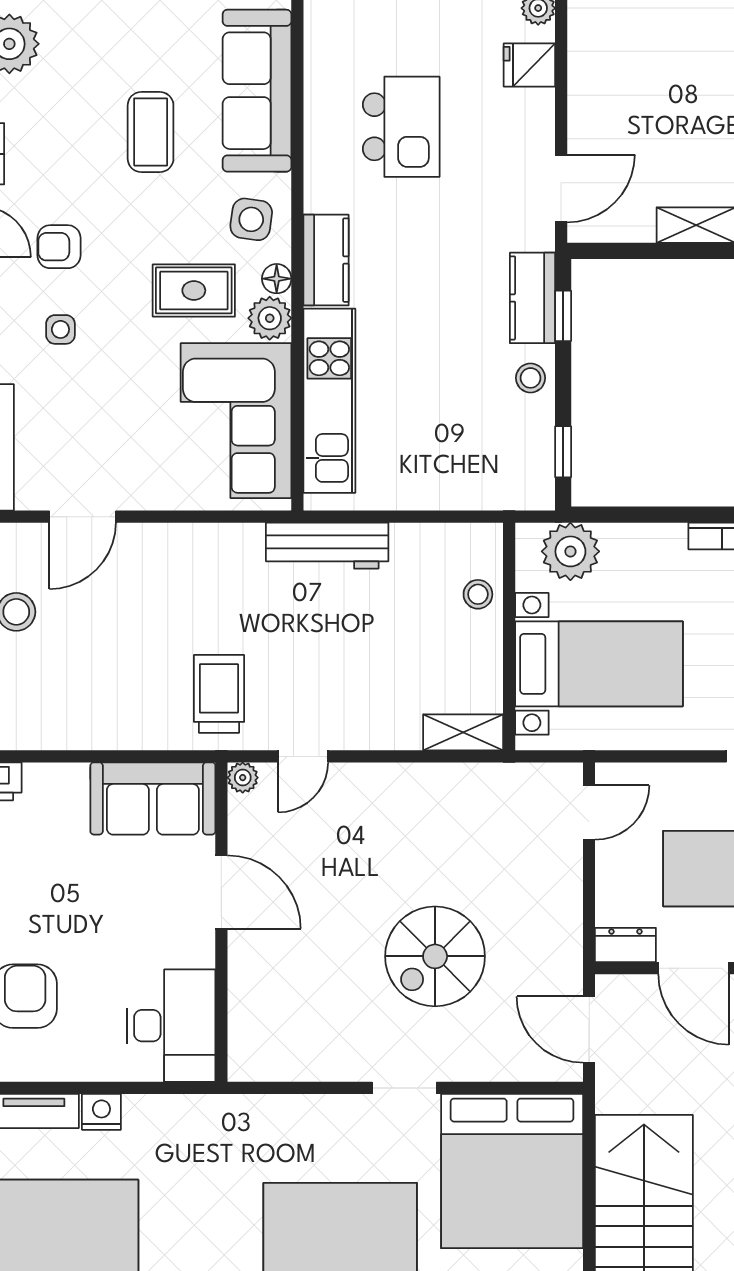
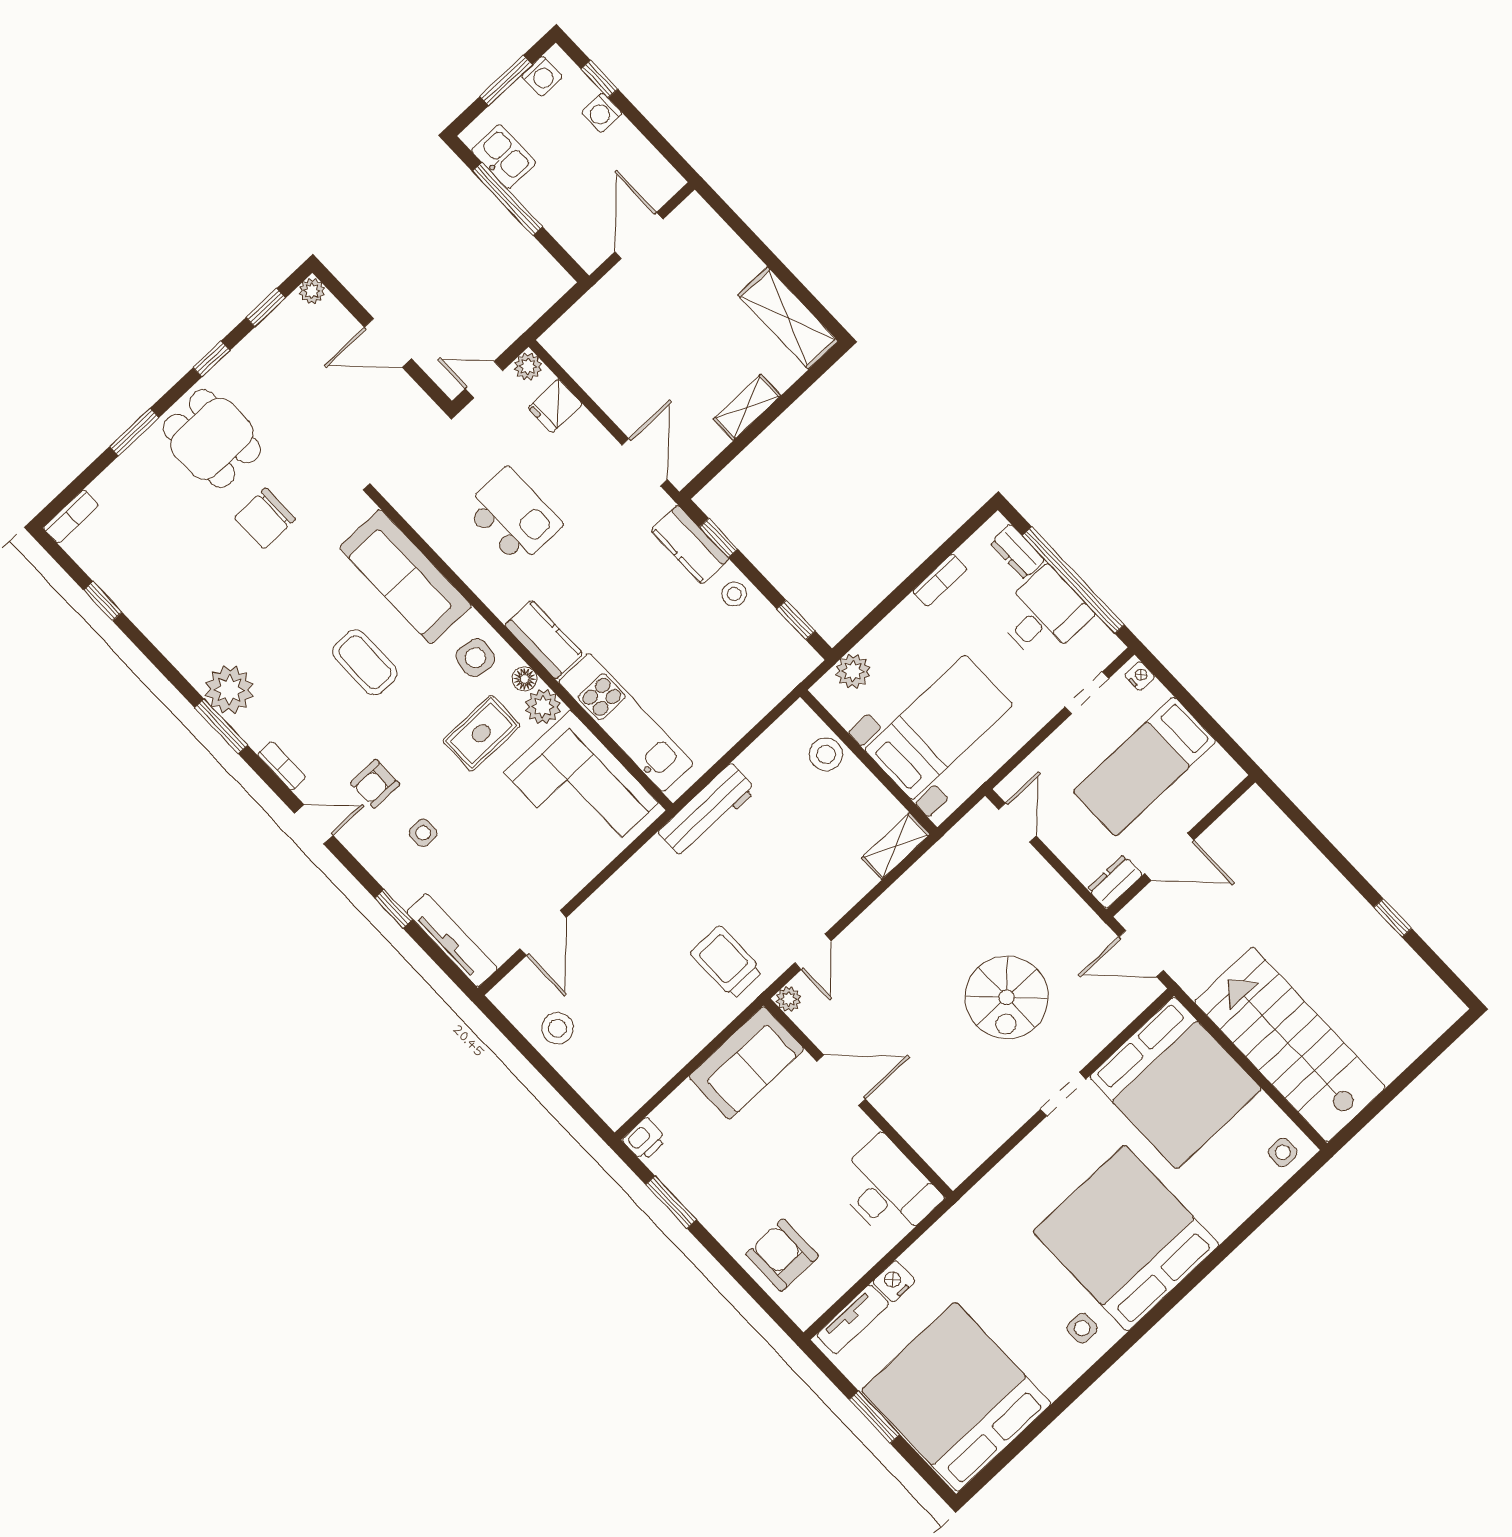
plant: (570, 551) -> (853, 671), width x0.73, depth x0.73
stool: (478, 594) -> (826, 754), width x1.37, depth x1.37

